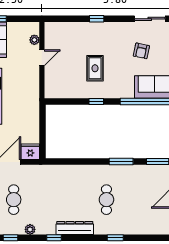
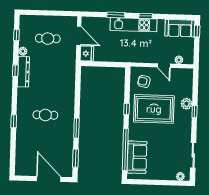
plant: (87, 29) -> (186, 104), added
armchair: (141, 51) -> (144, 81), moved
rug: (95, 68) -> (154, 109), width x1.86, depth x2.06
dresser: (75, 228) -> (23, 72), moved

